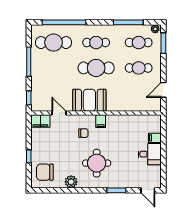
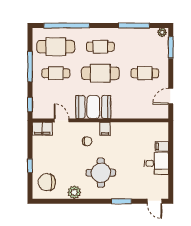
cafe table: (139, 43) -> (56, 73), moved

